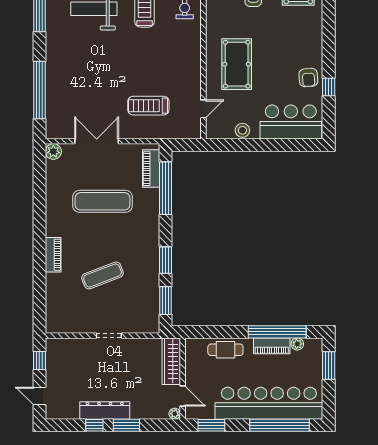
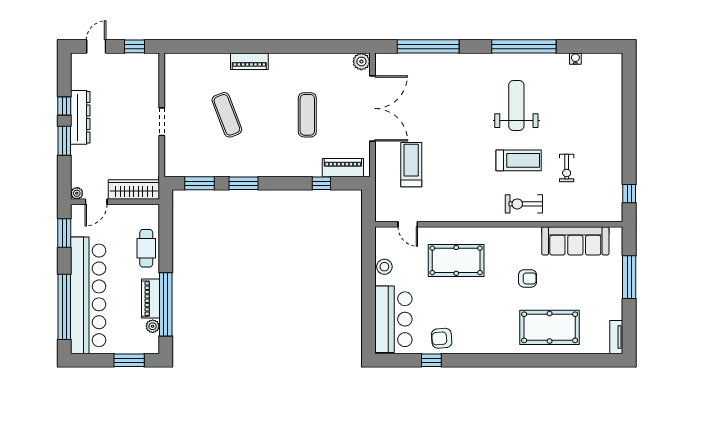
double door: (97, 141) -> (372, 108), width x1.36
window: (166, 188) -> (321, 183), width x0.32
exercise mat: (102, 201) -> (307, 115), width x0.73, depth x0.69

